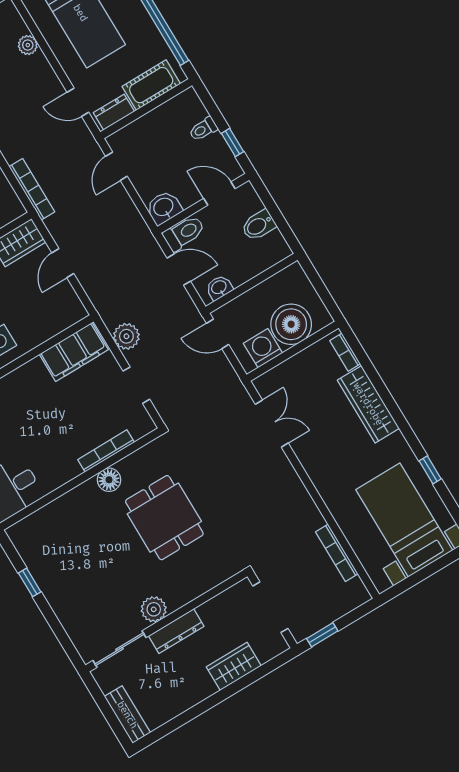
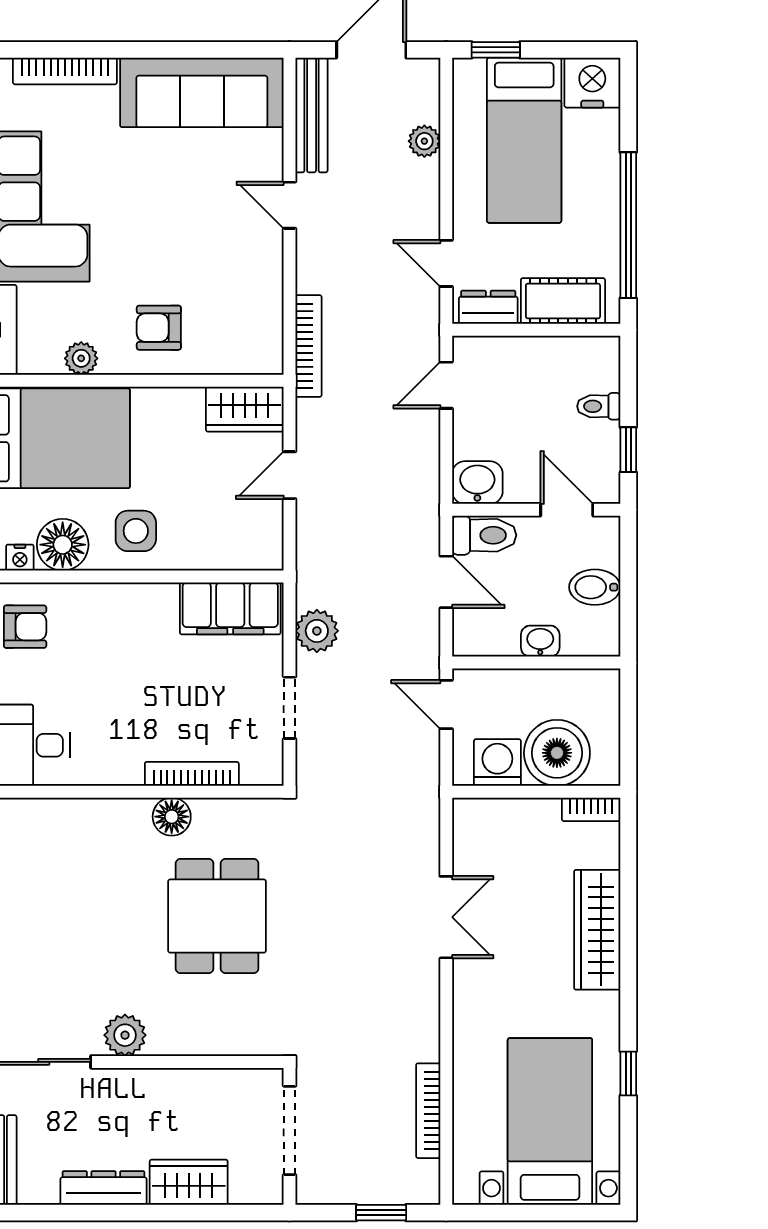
washbasin: (219, 288) -> (540, 641), moved
bookcase: (345, 352) -> (591, 809), moved, turned -90
double door: (272, 424) -> (446, 917), moved
dresser: (176, 631) -> (103, 1188), moved, turned 180
window: (322, 635) -> (381, 1213), moved

